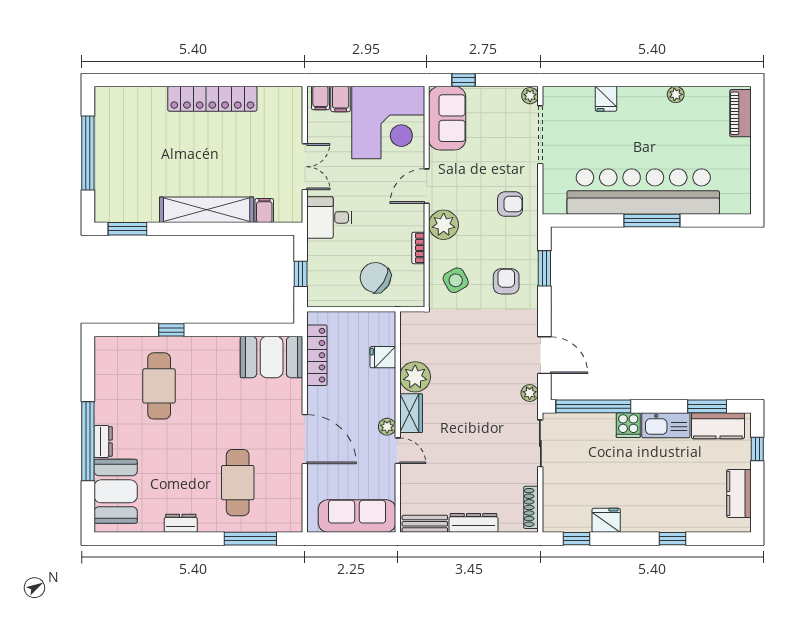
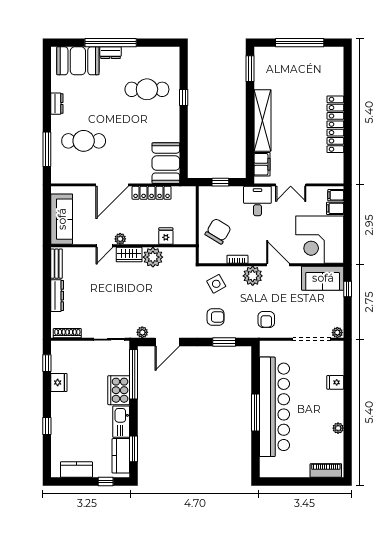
filing cabinet: (264, 210) -> (262, 164), width x2.00
locker: (317, 355) -> (152, 193), moved
cooker: (628, 425) -> (119, 390), width x1.87, depth x1.31

